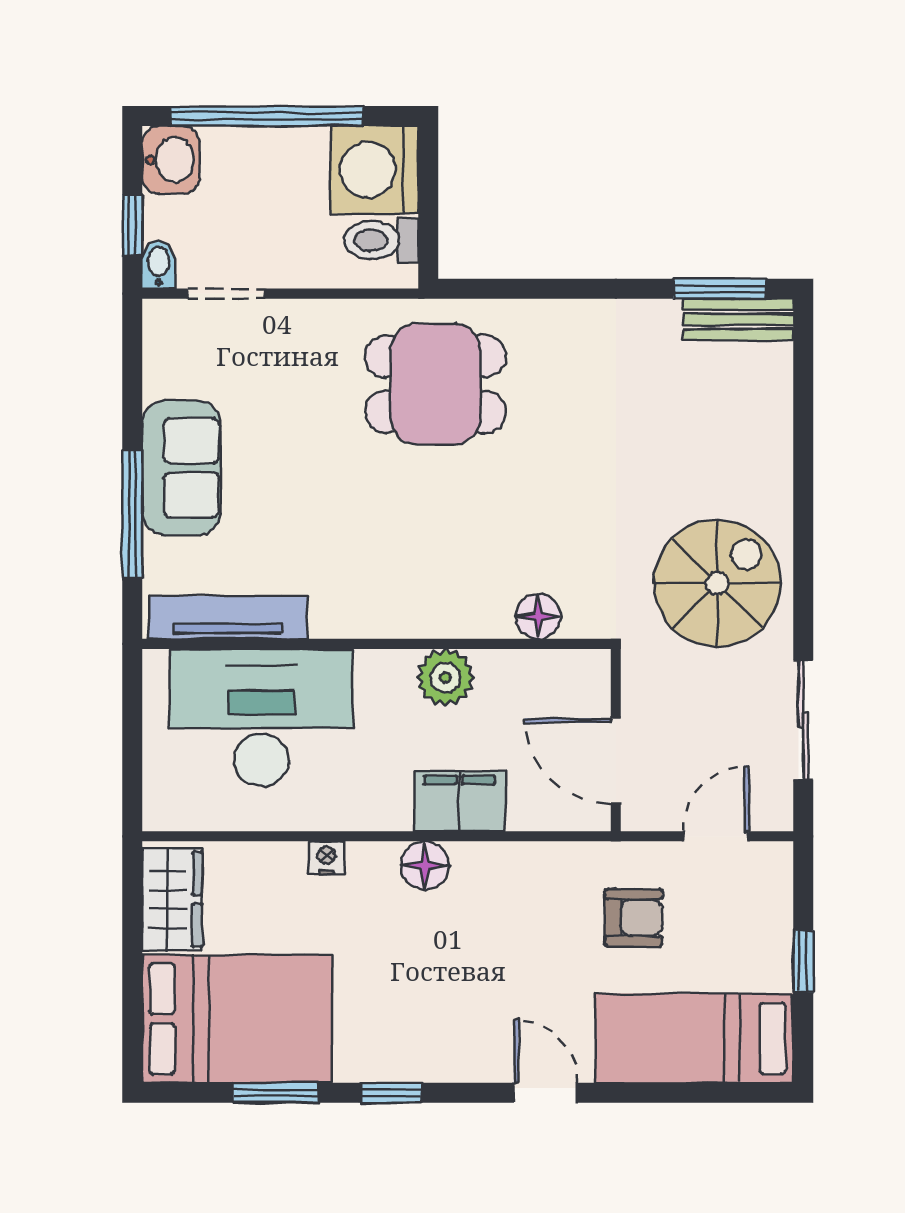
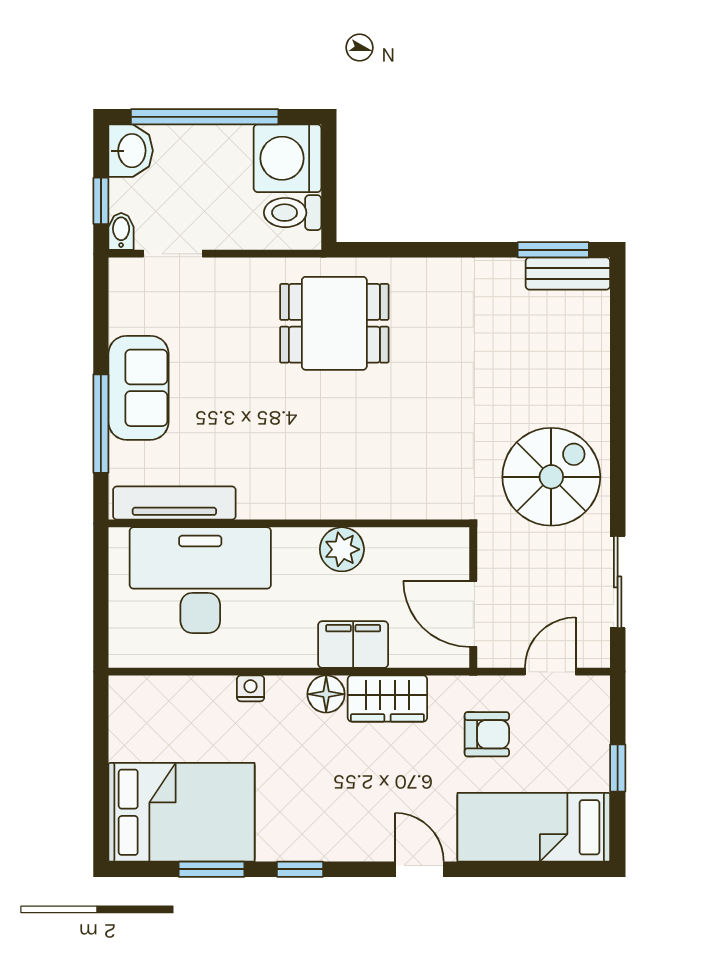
floor lamp: (538, 617) -> (413, 502), removed
wardrobe: (172, 899) -> (387, 698), moved, turned 90

